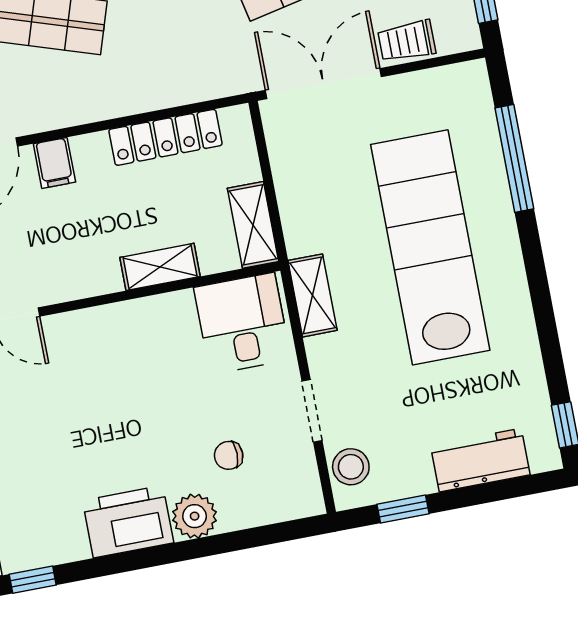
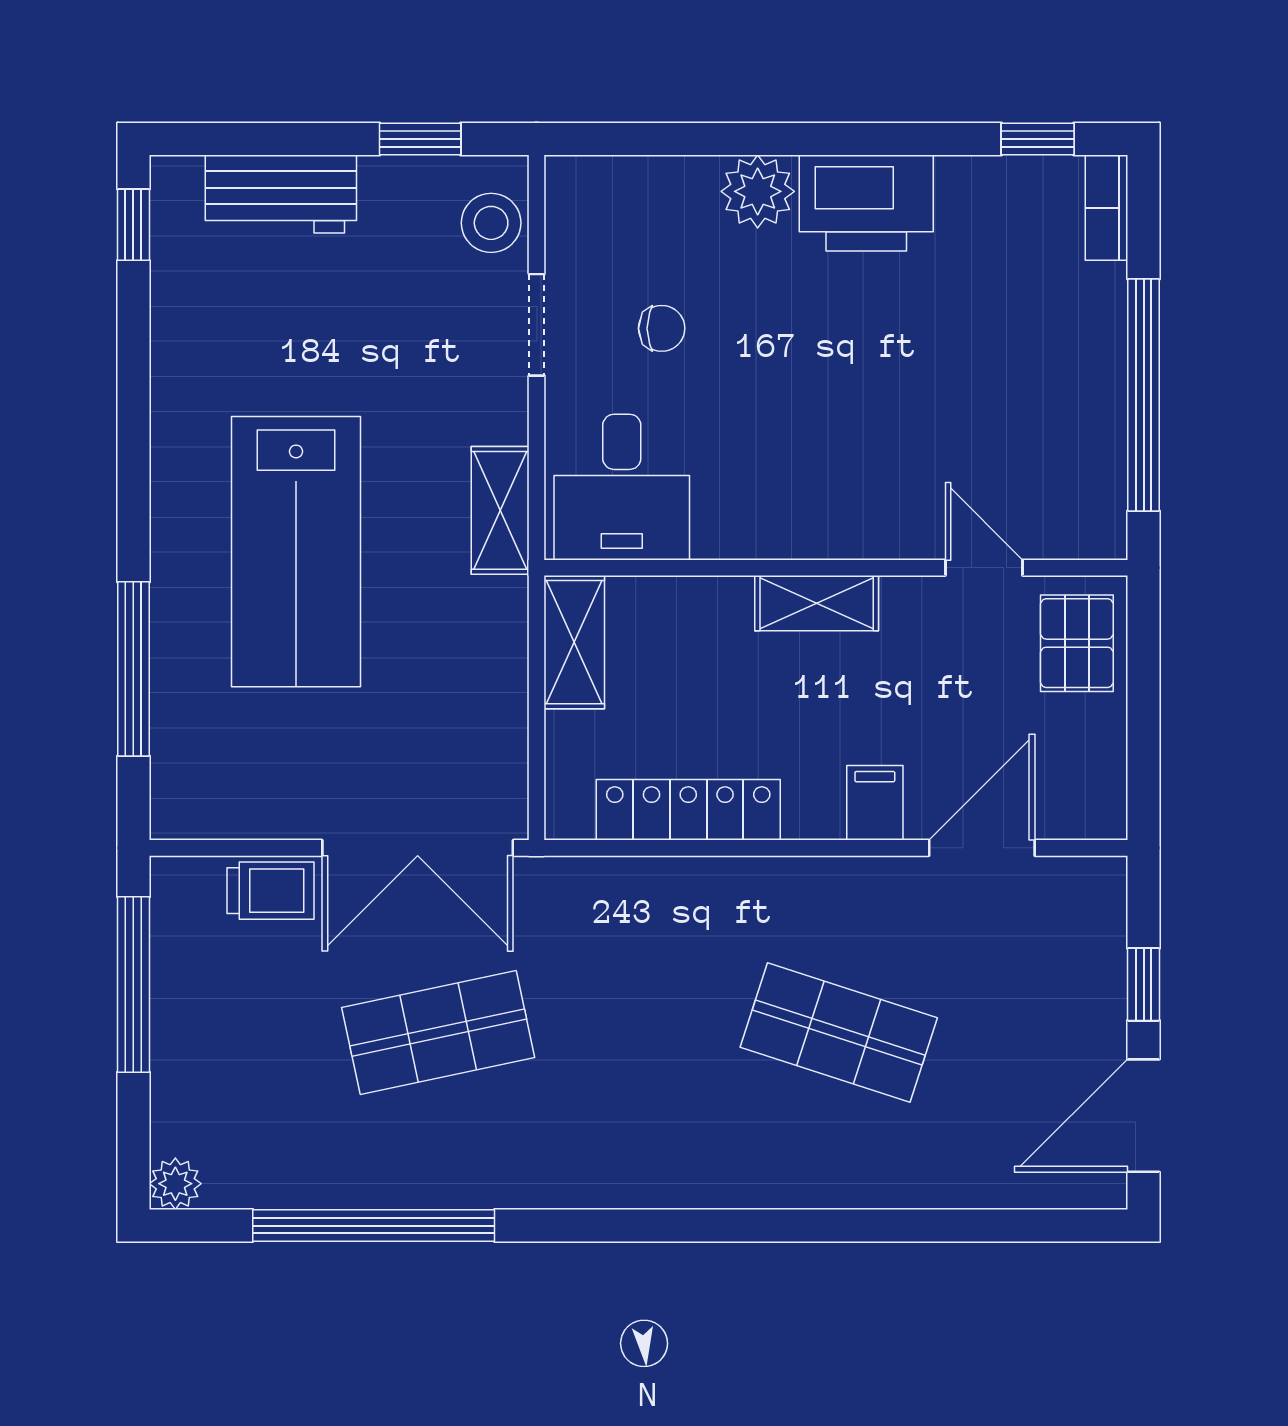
lab bench: (430, 247) -> (296, 552), width x0.73
shelving: (160, 267) -> (817, 603), moved
chair: (229, 455) -> (662, 328), moved

